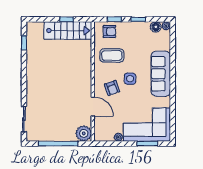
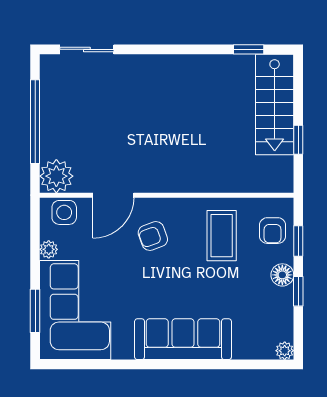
floor lamp: (156, 27) -> (282, 275), moved
stairs: (68, 31) -> (275, 105), moved
side table: (130, 79) -> (64, 212), moved

